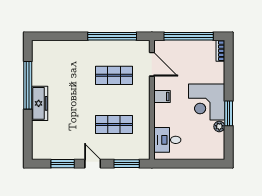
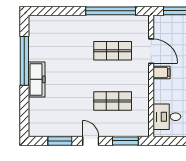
door: (152, 64) -> (151, 51), moved

